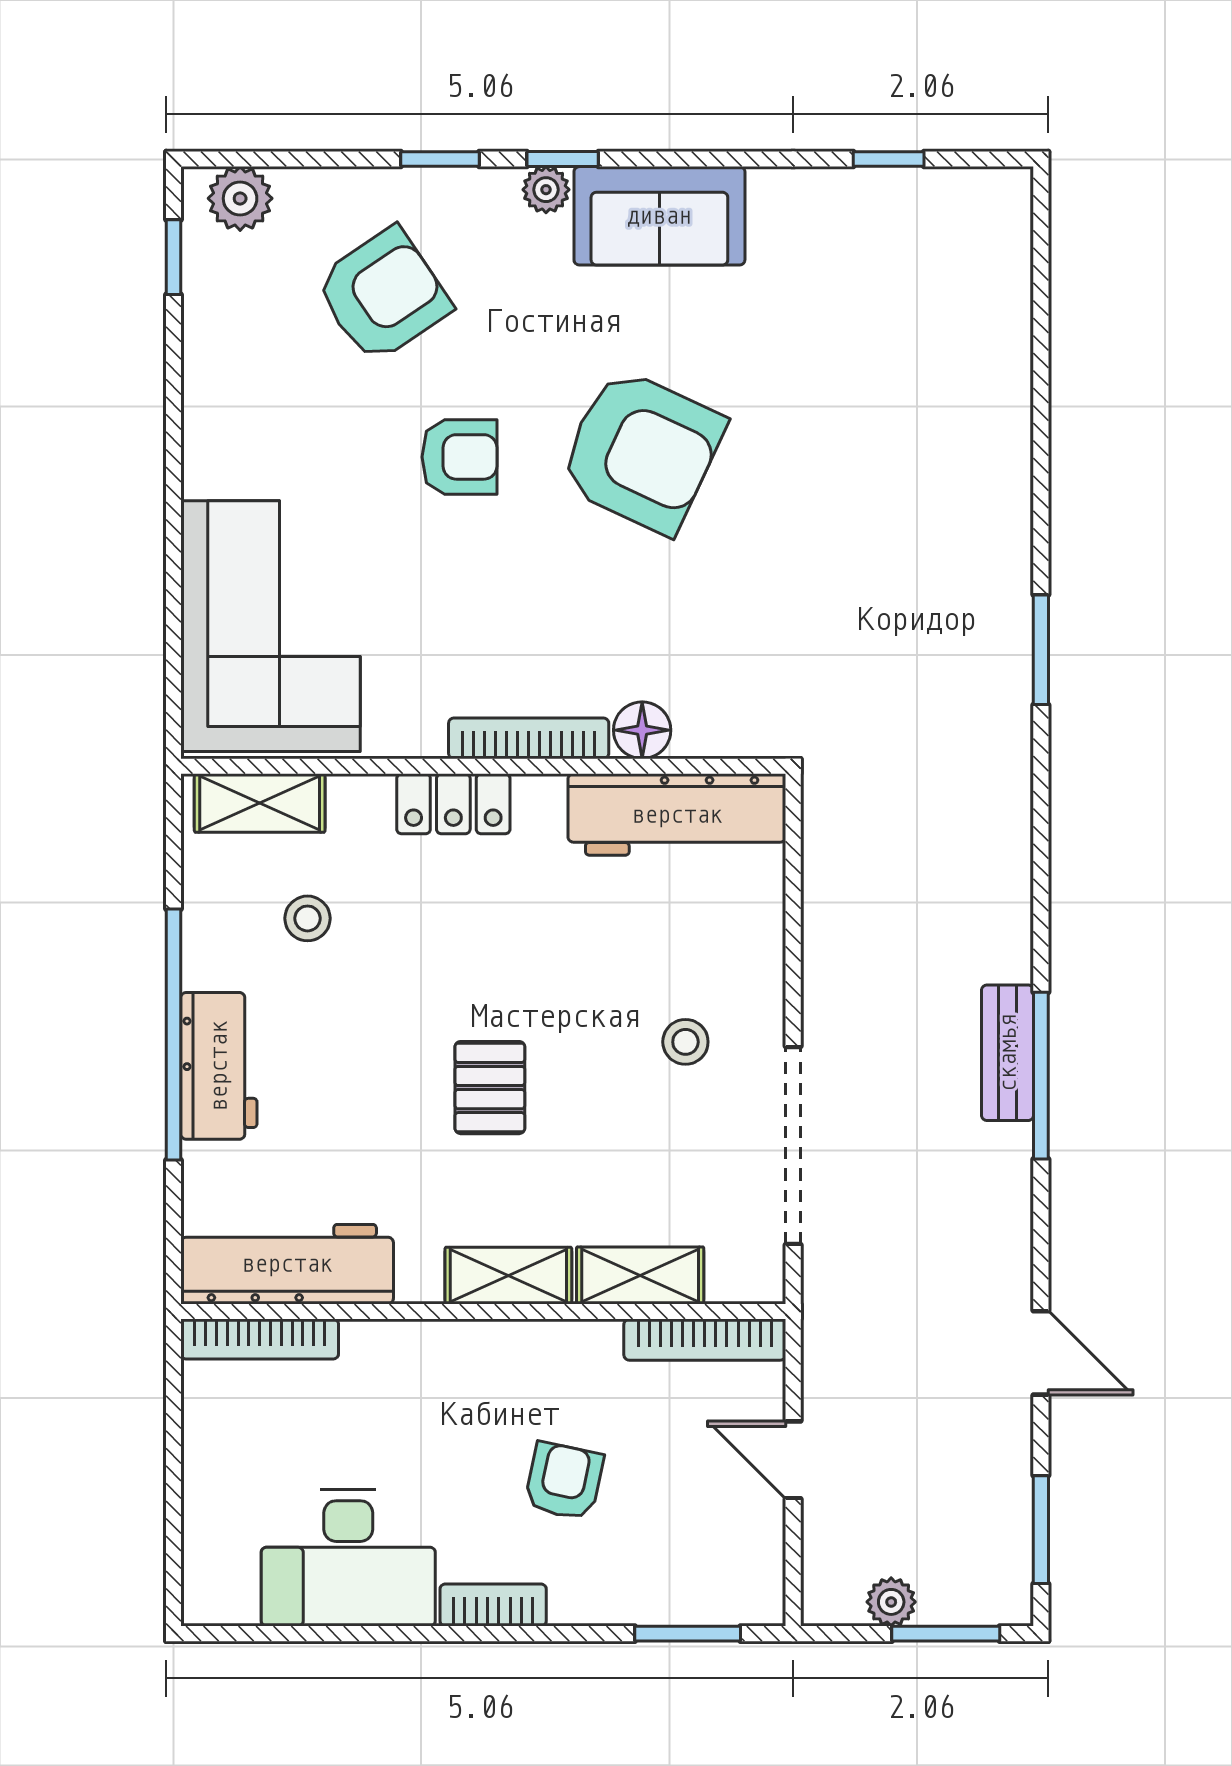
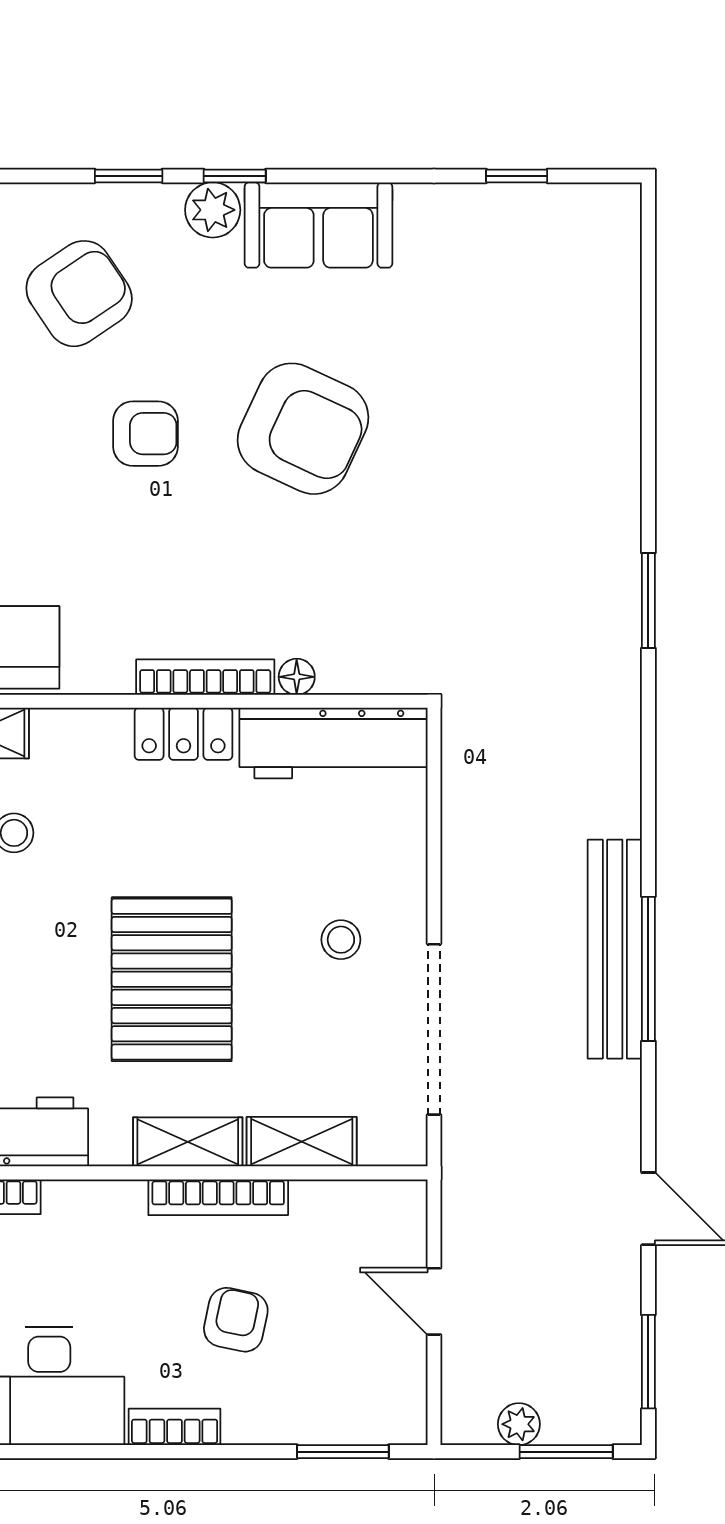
plant: (546, 190) -> (213, 210), width x1.38, depth x1.38
floor lamp: (642, 730) -> (297, 677), width x0.73, depth x0.73
locker: (453, 804) -> (184, 734), moved
bench: (1008, 1053) -> (615, 949), width x1.86, depth x1.21
pallet: (490, 1088) -> (172, 979), width x2.05, depth x2.00
bookcase: (705, 1340) -> (218, 1197), moved

